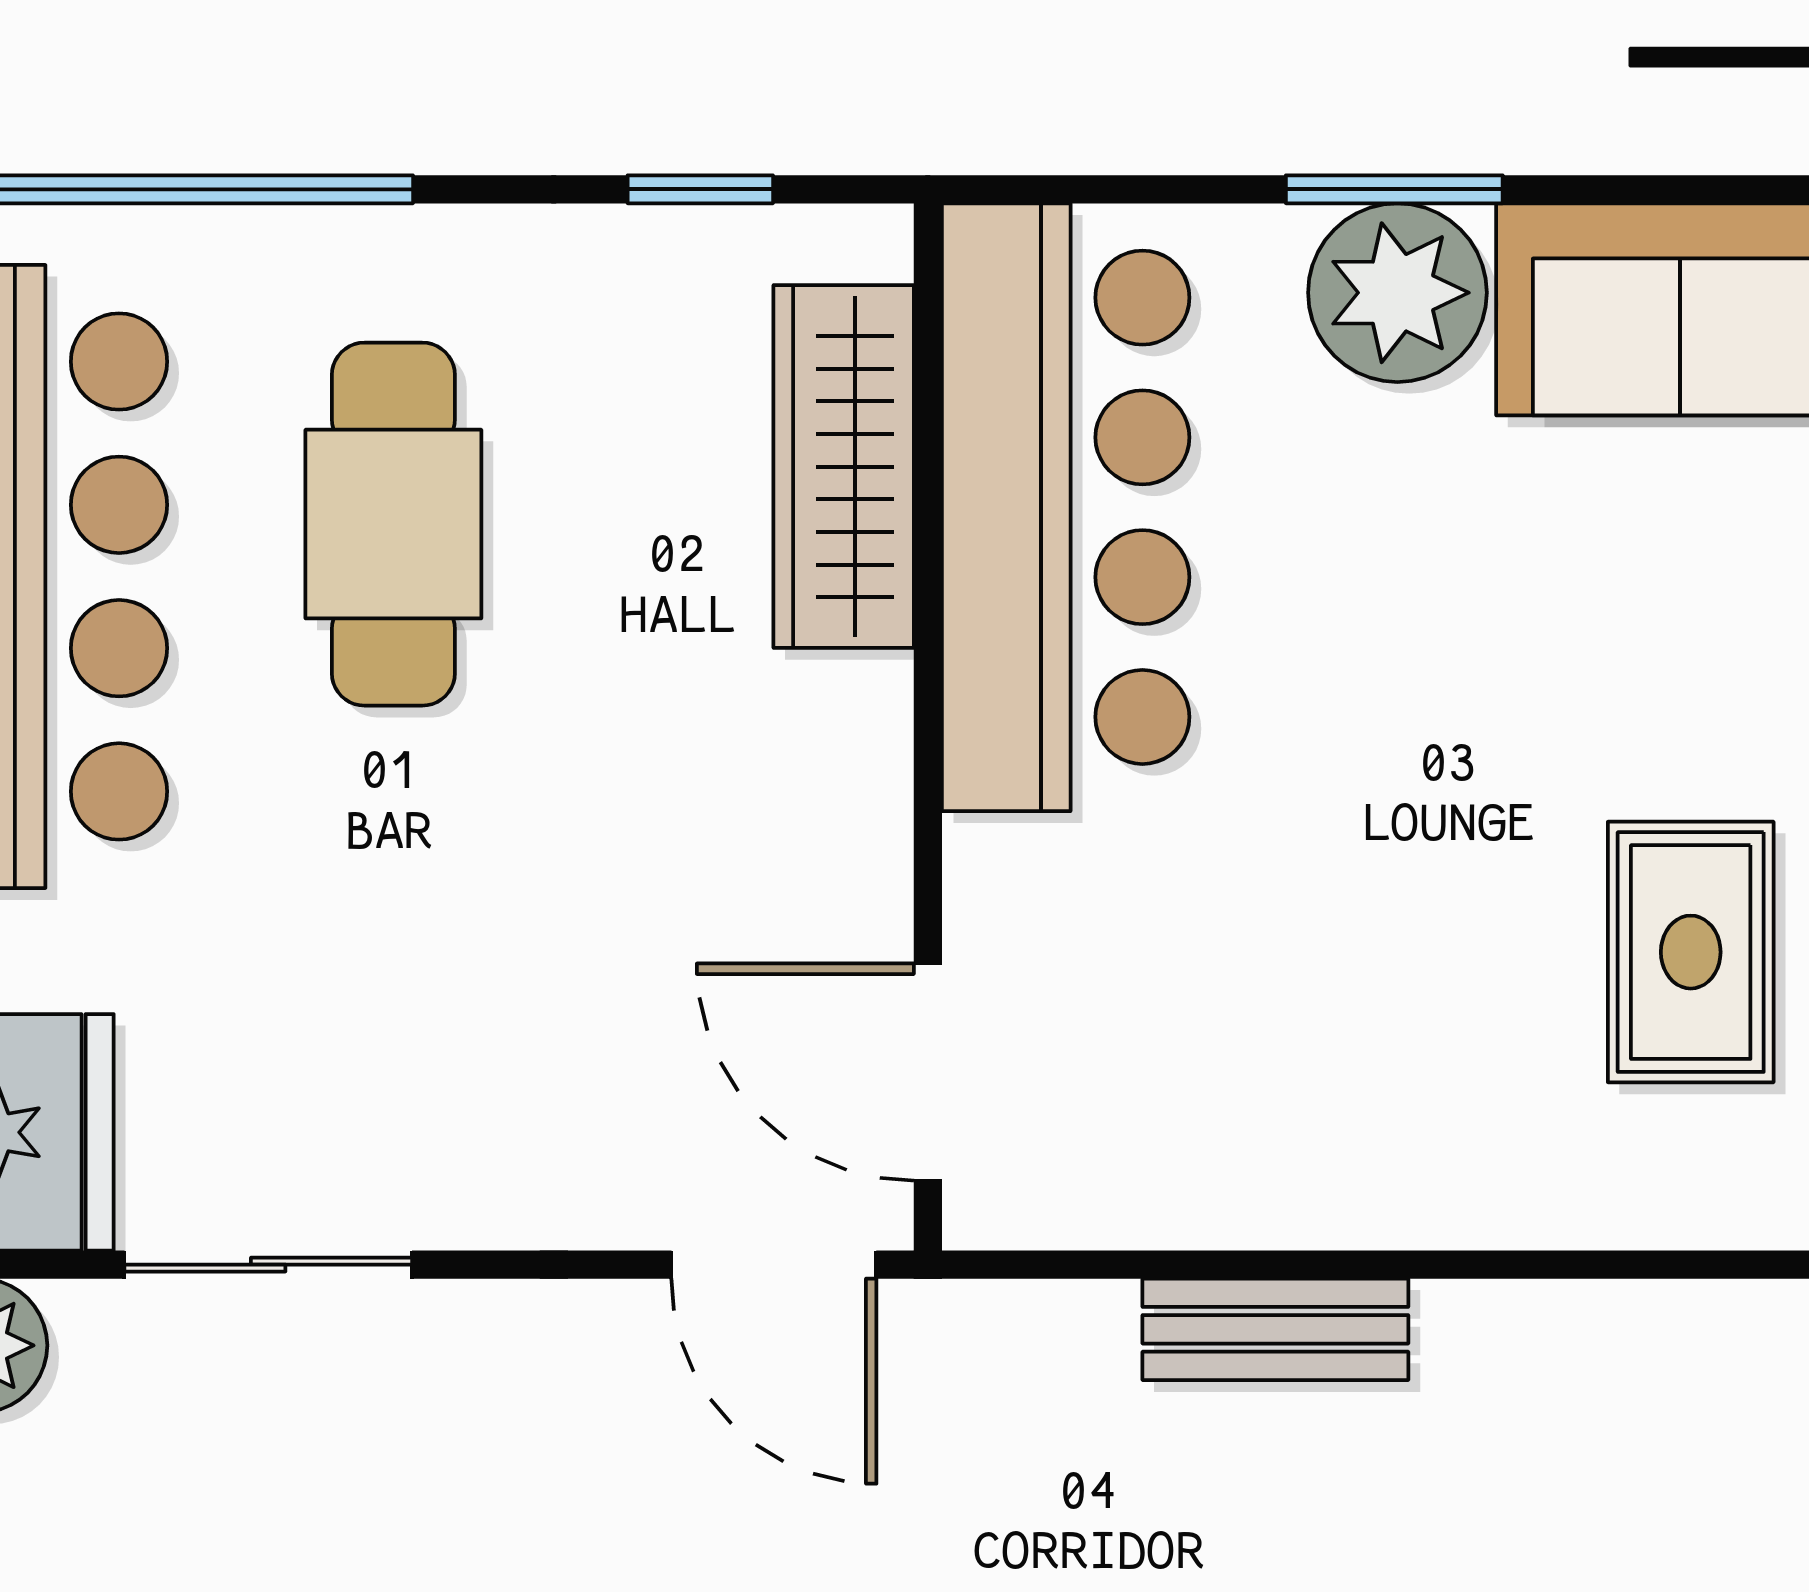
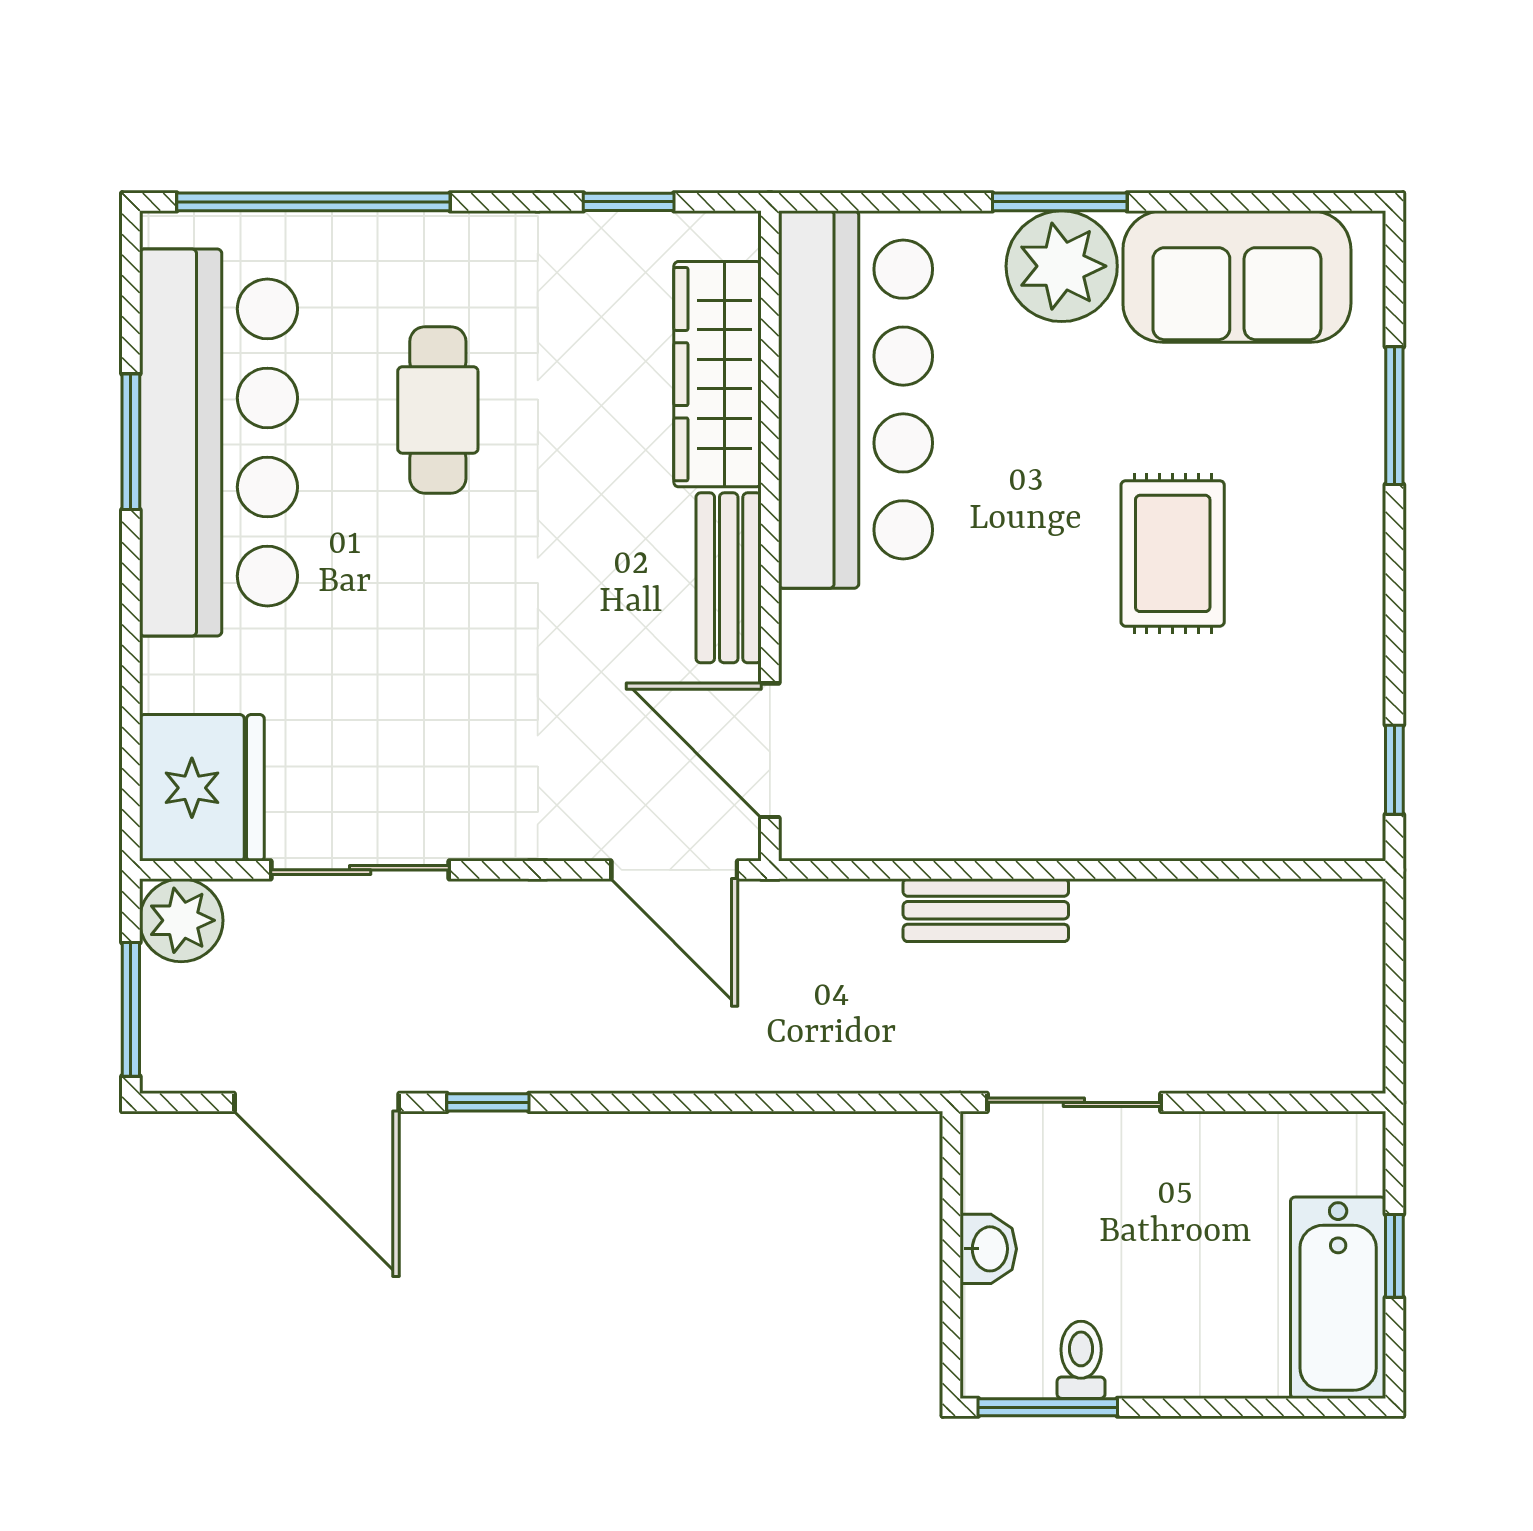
cafe table: (393, 524) -> (438, 410), width x0.73, depth x0.74
bench: (861, 794) -> (729, 578), added
rug: (1691, 952) -> (1173, 553), moved

